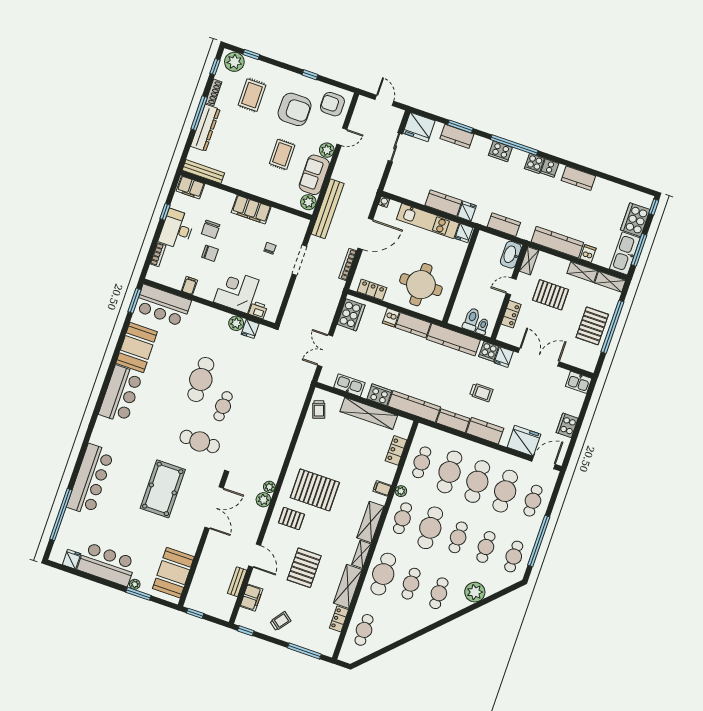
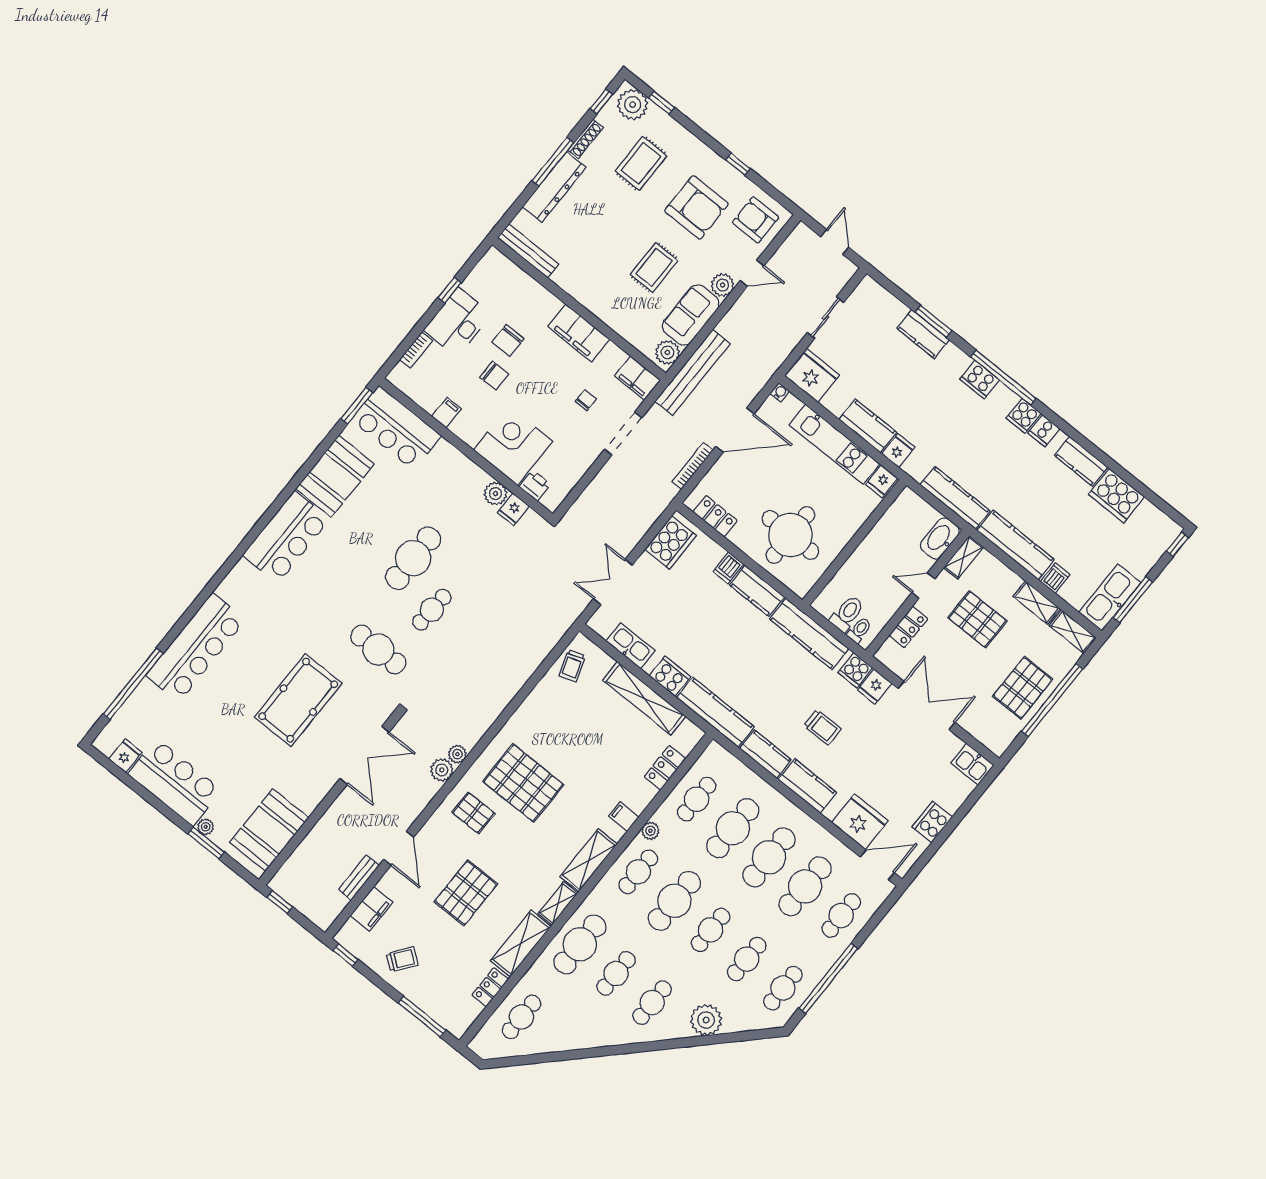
fridge: (419, 127) -> (812, 376), moved, turned 180
filing cabinet: (190, 187) -> (638, 378), moved
cooker: (635, 220) -> (1116, 496), moved, turned -90
kitchen counter: (504, 225) -> (955, 498), width x1.50

